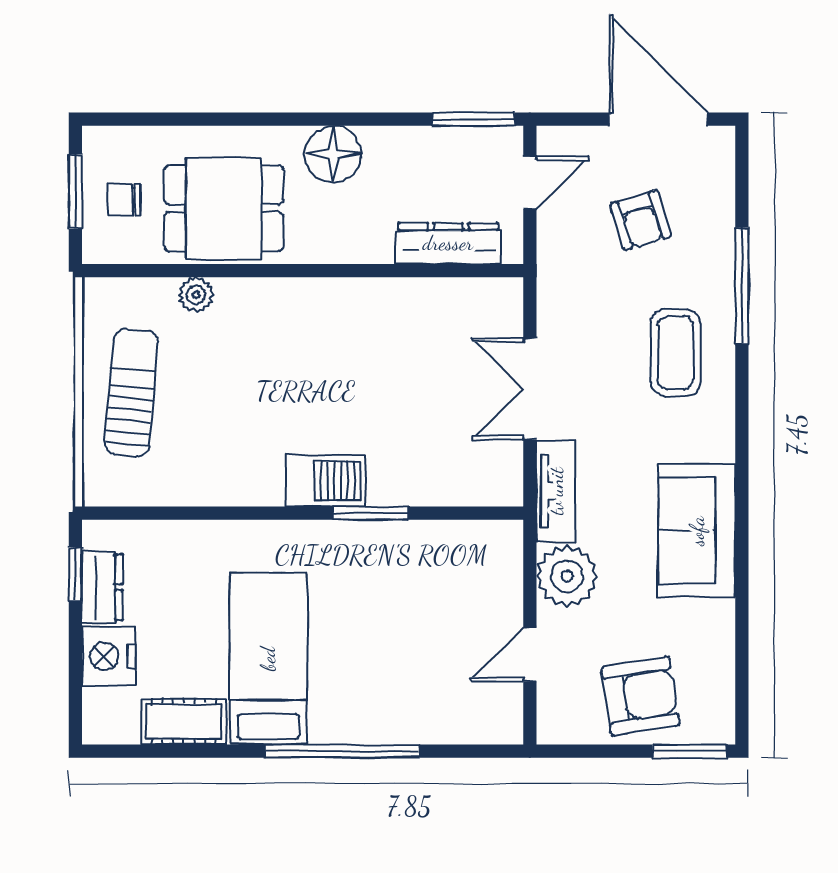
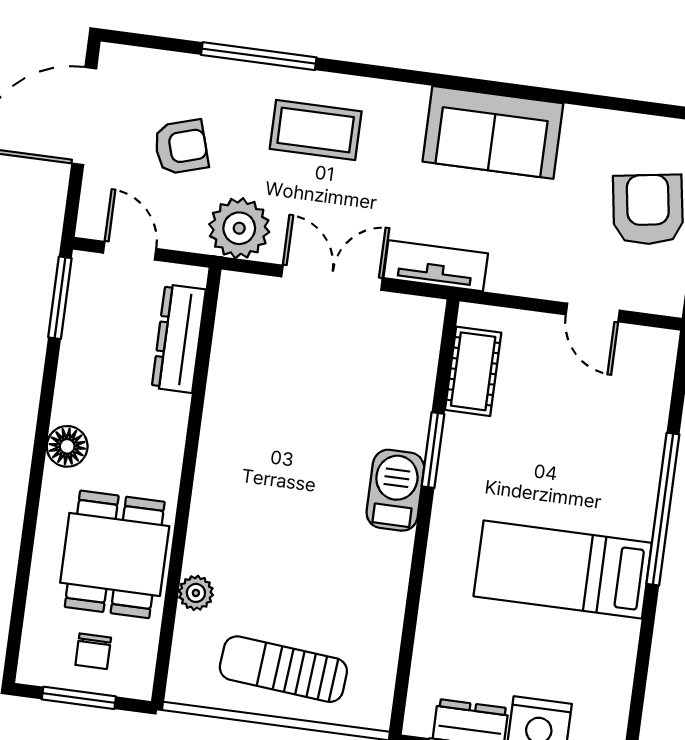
floor lamp: (333, 154) -> (67, 446), width x0.73, depth x0.73
double door: (530, 389) -> (332, 278), swing flipped
plant: (567, 576) -> (239, 228), moved
cot: (184, 721) -> (473, 371), moved

